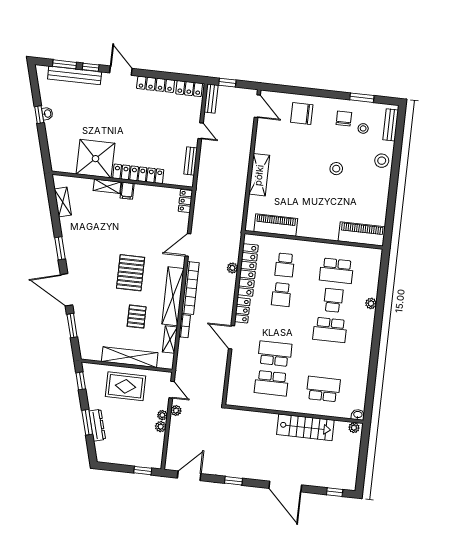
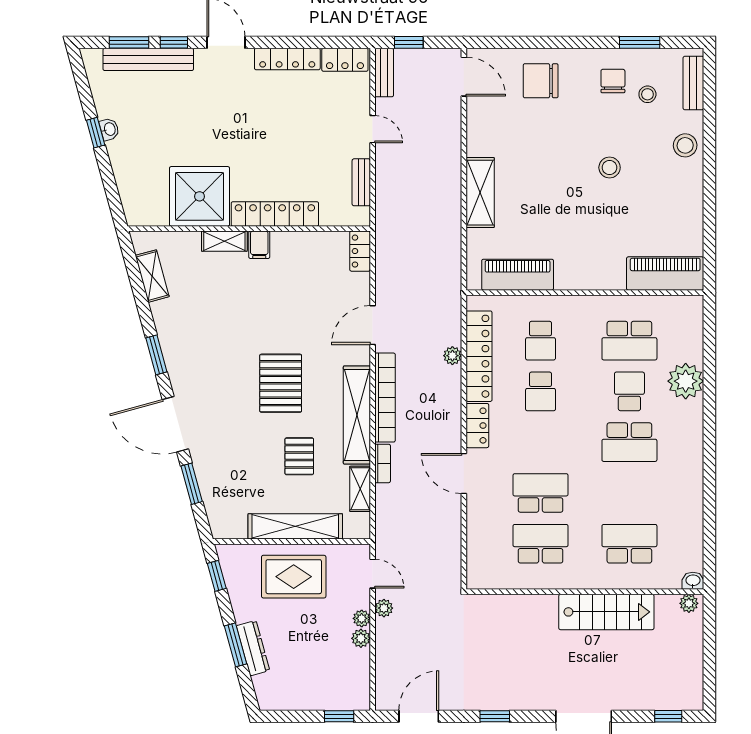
plant: (371, 303) -> (686, 381), width x1.88, depth x1.88
school desk: (271, 383) -> (541, 544), turned 180

